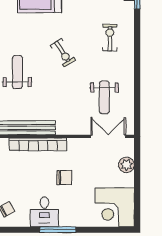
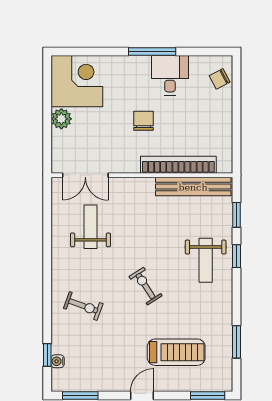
exercise bike: (110, 38) -> (83, 306), turned -70
plant: (126, 165) -> (61, 119), moved
chair: (64, 177) -> (144, 121), turned 90

